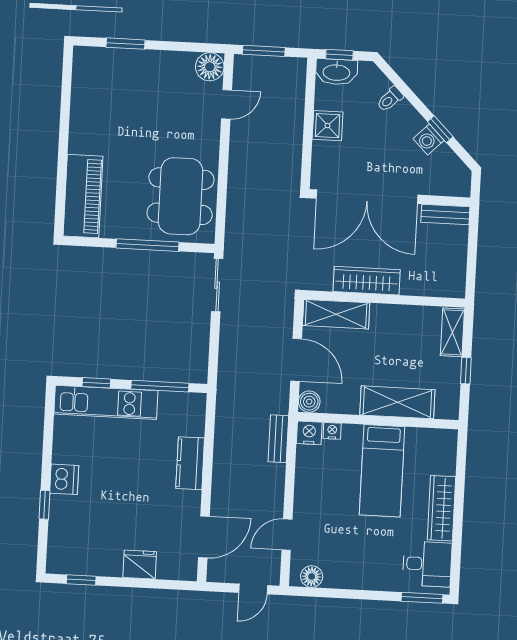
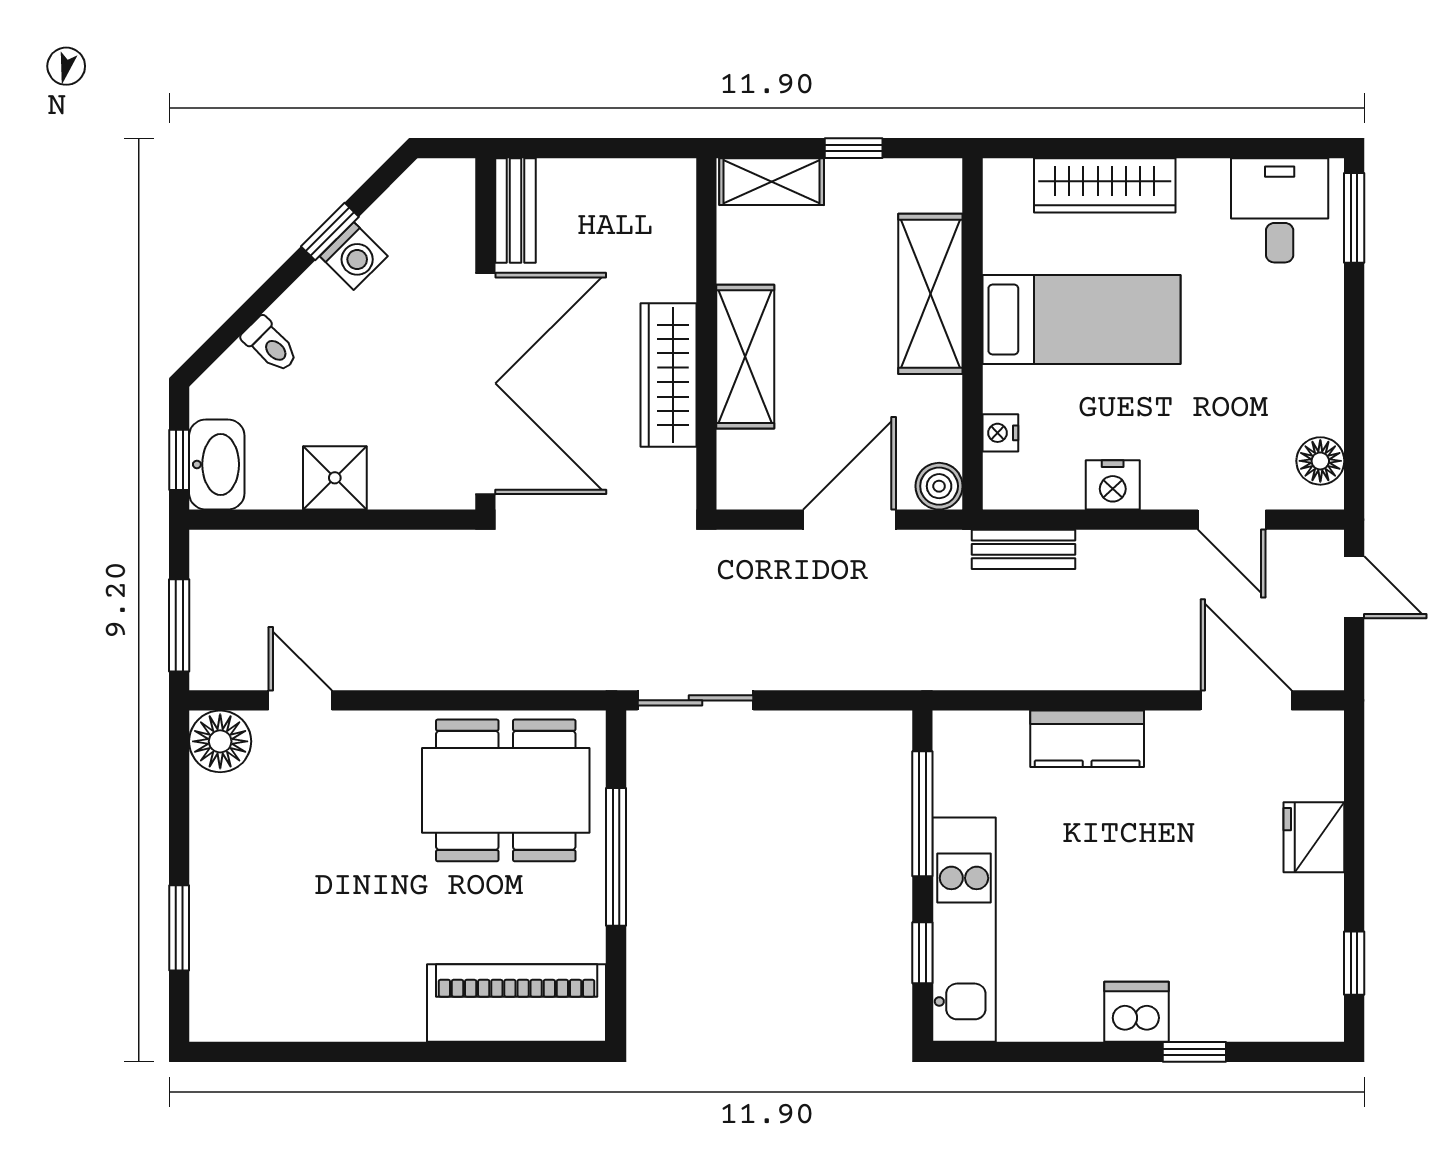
shelving: (336, 314) -> (745, 357), moved
nightstand: (309, 433) -> (1113, 485), moved, turned -90
wardrobe: (442, 508) -> (1105, 185), moved

